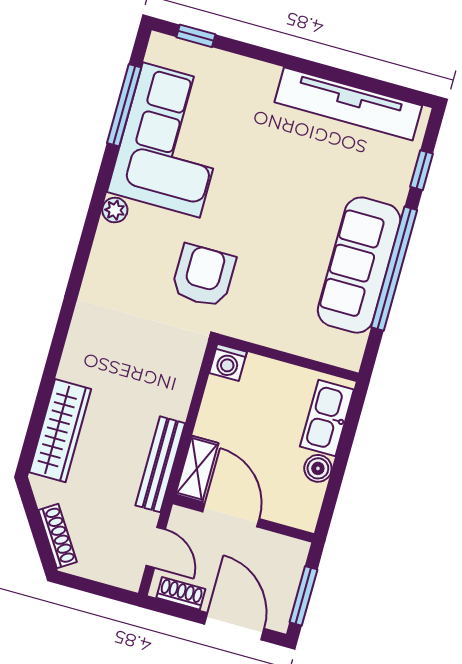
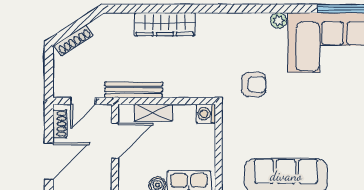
armchair: (203, 276) -> (254, 84), width x0.72, depth x0.72
wardrobe: (60, 431) -> (165, 24), moved
shelving: (197, 469) -> (153, 113), moved

